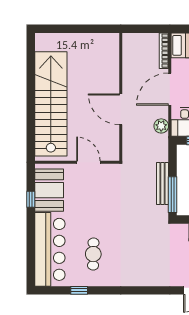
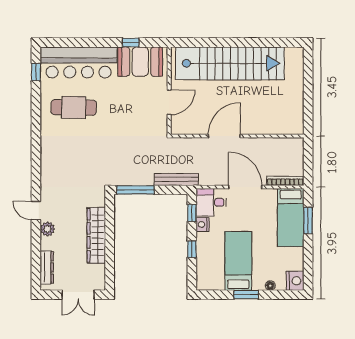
plant: (161, 126) -> (207, 178), removed
bench: (163, 183) -> (176, 179), moved
cafe table: (93, 254) -> (74, 107), width x1.37, depth x1.35
window: (79, 290) -> (36, 72), moved

